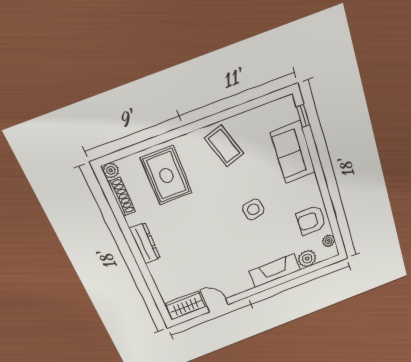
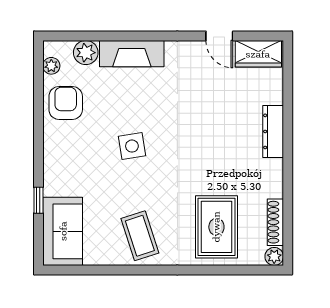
window: (303, 116) -> (38, 200), moved
sofa: (293, 152) -> (63, 231), moved
armchair: (311, 220) -> (66, 103), turned -90
dresser: (145, 243) -> (273, 131), moved

